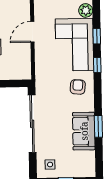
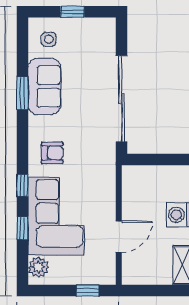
armchair: (78, 87) -> (52, 153), turned -95
side table: (50, 165) -> (49, 39), moved

